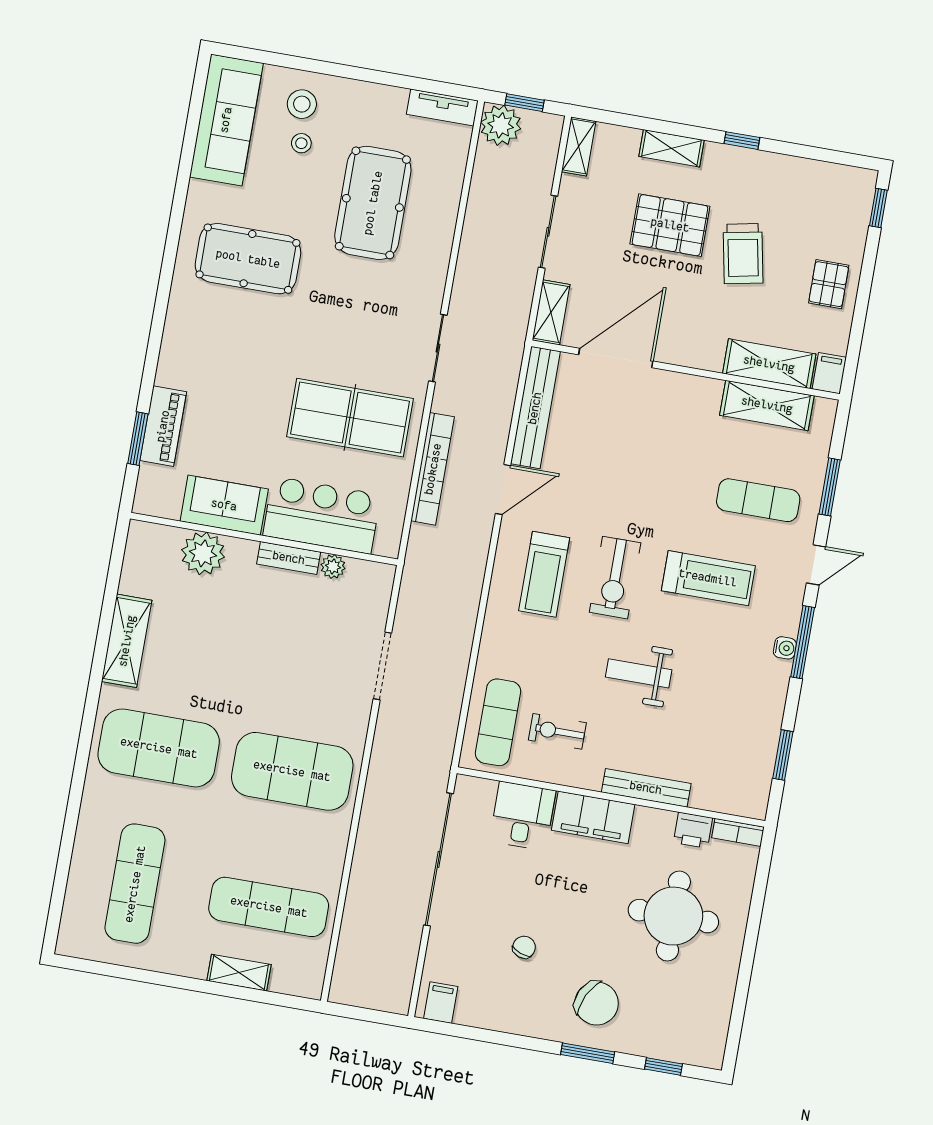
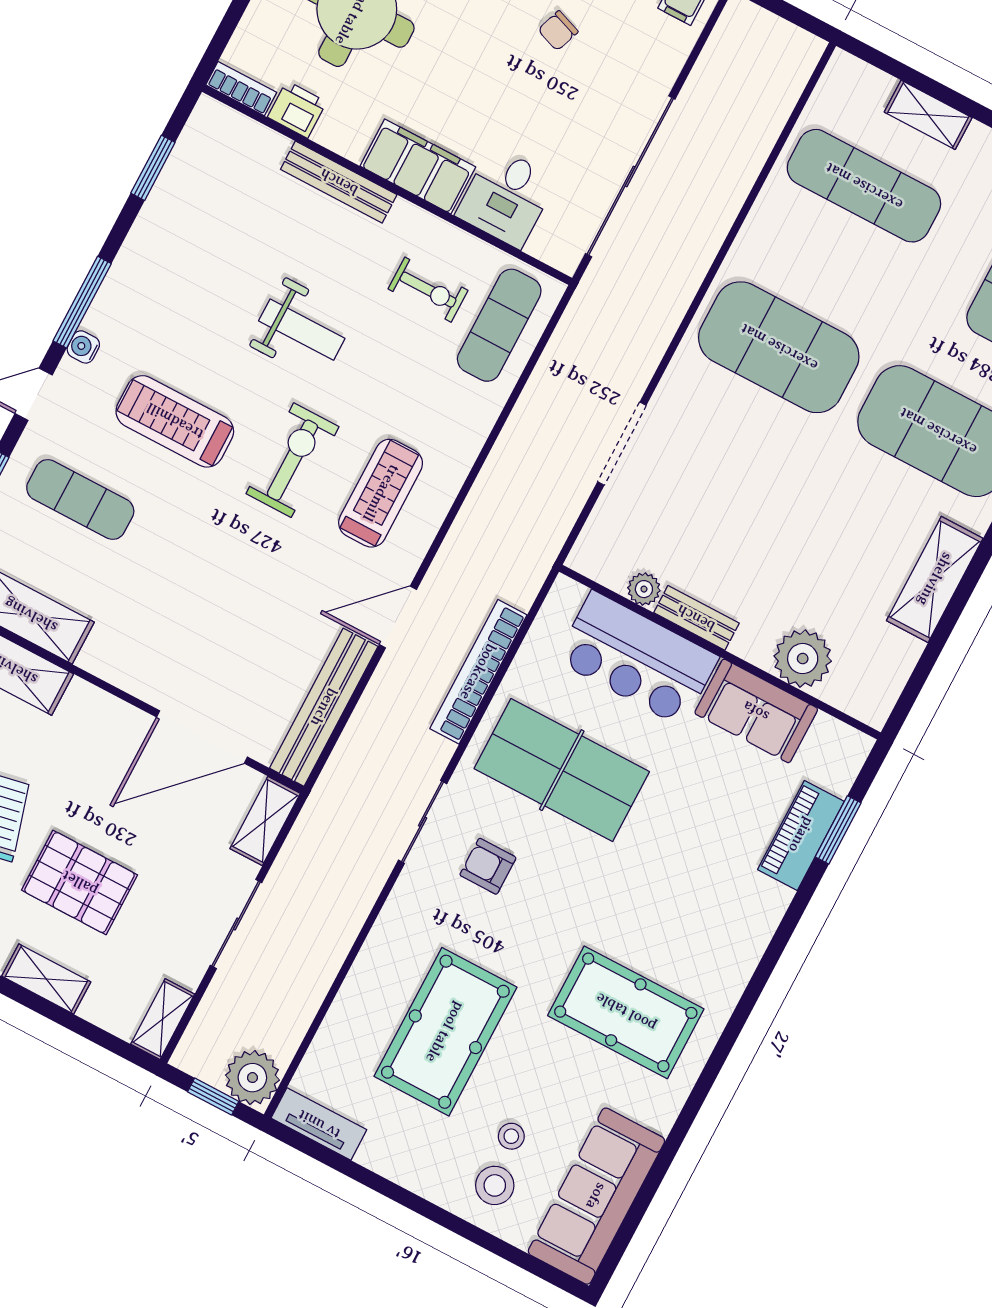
armchair: (381, 331) -> (488, 866), added
water cooler: (785, 648) -> (83, 347), moved

